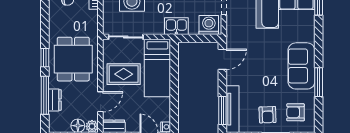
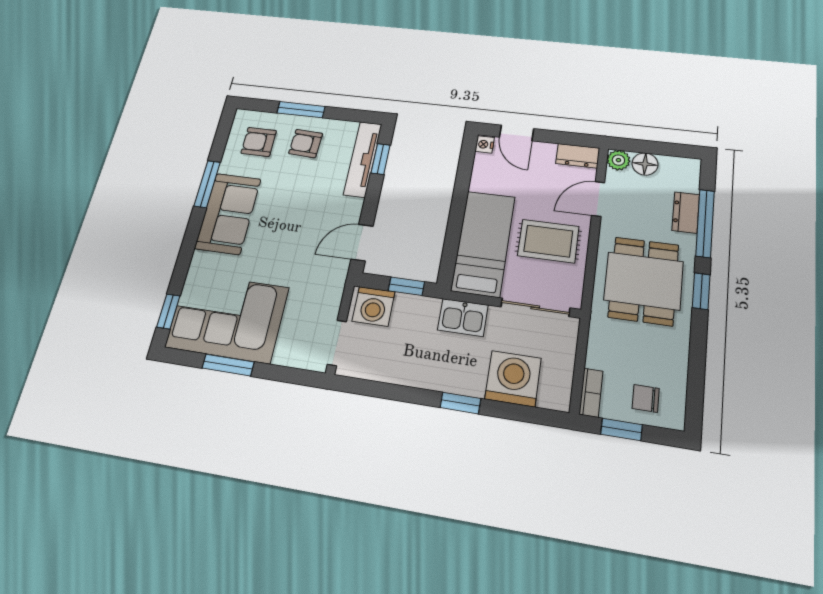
kitchen sink: (176, 26) -> (463, 317), moved
window: (194, 38) -> (406, 286), added
window: (222, 110) -> (381, 159), width x0.67
armchair: (296, 112) -> (259, 142), turned 180
armchair: (268, 115) -> (306, 144), turned -85

